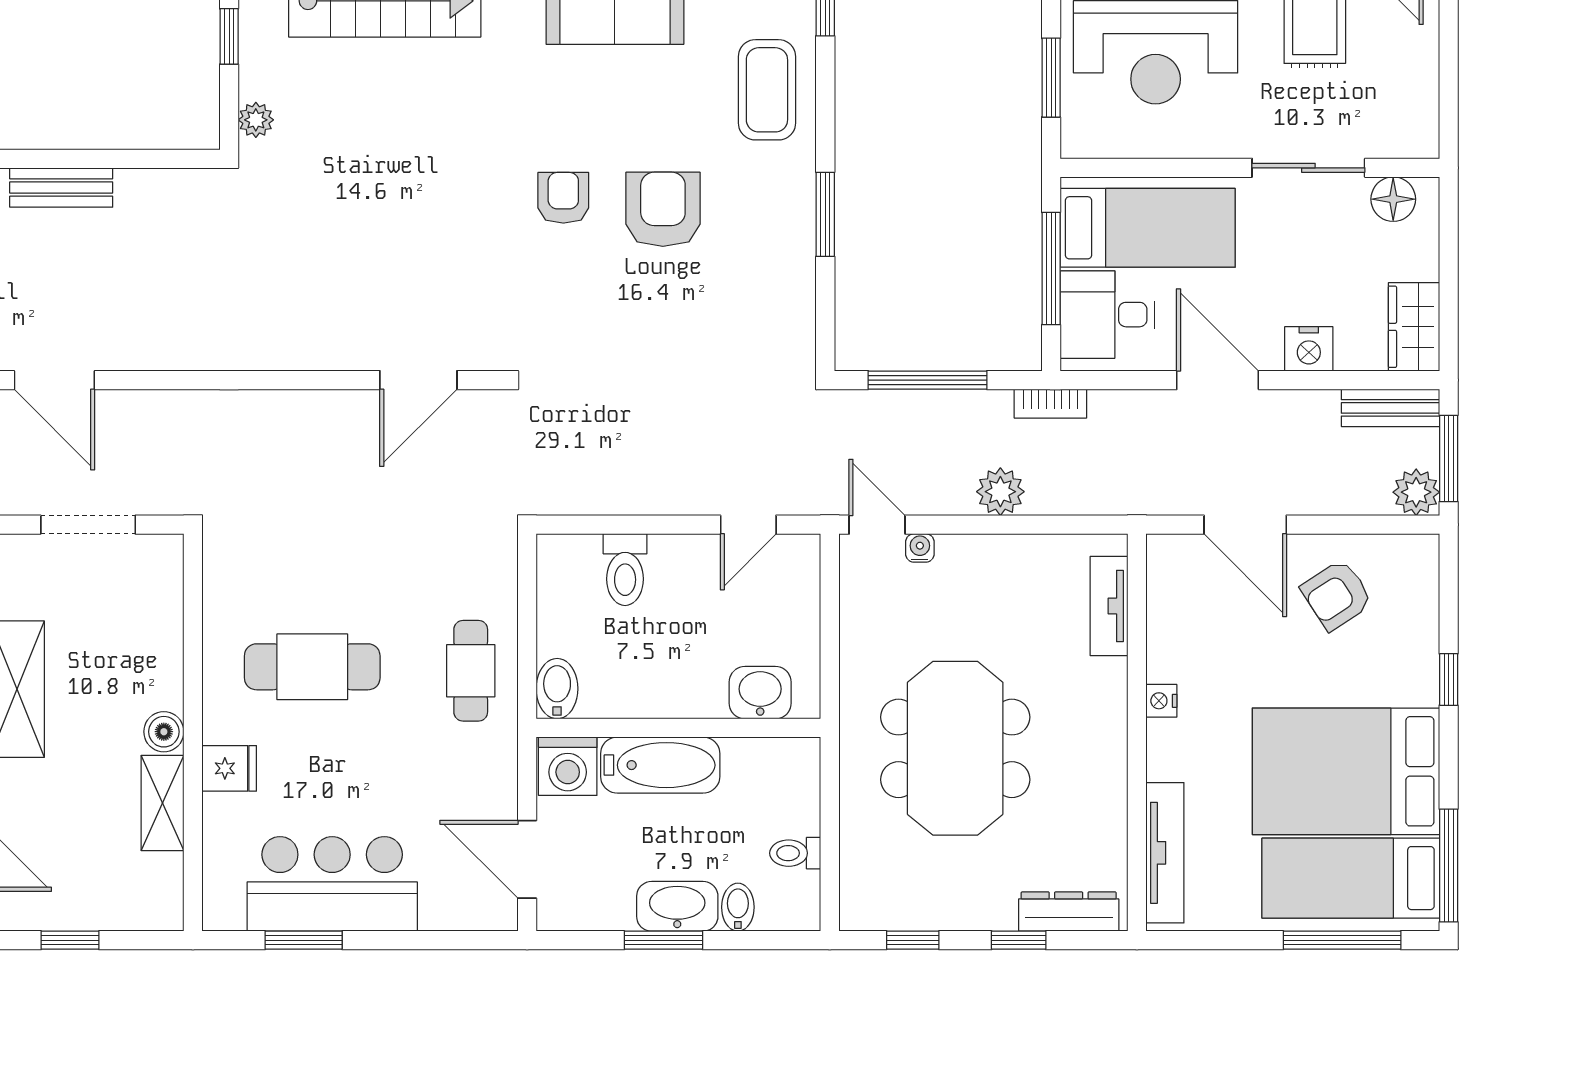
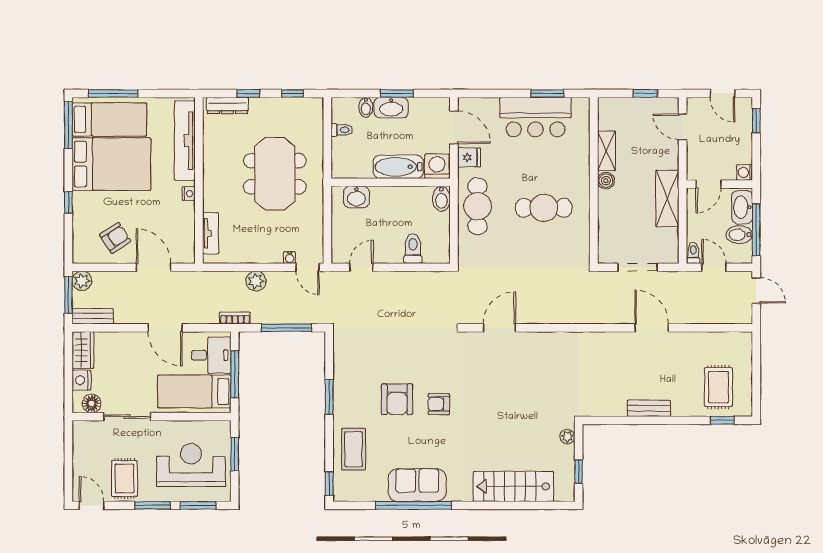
armchair: (563, 198) -> (439, 404), turned 90
nightstand: (1309, 349) -> (81, 380), moved, turned -90
cafe table: (471, 671) -> (478, 206), width x1.37, depth x1.35
fridge: (229, 768) -> (469, 157), moved, turned 180
tv unit: (1165, 853) -> (185, 141), width x1.36, depth x1.29

